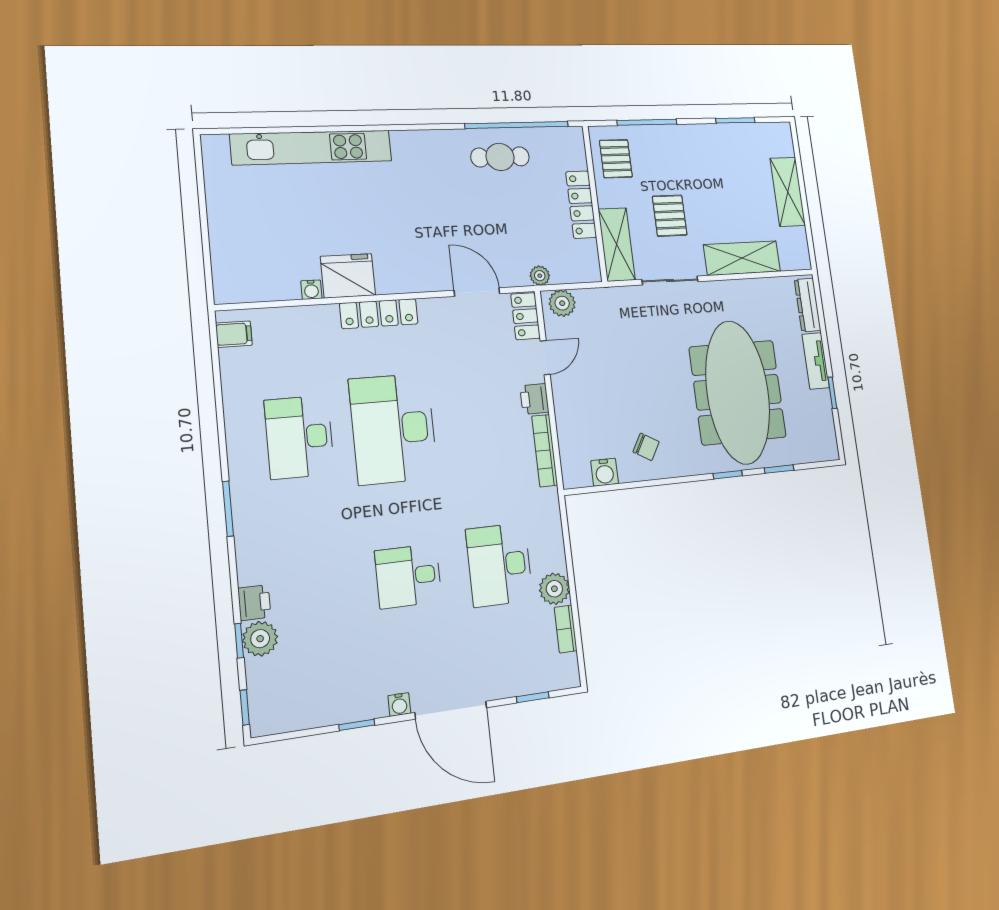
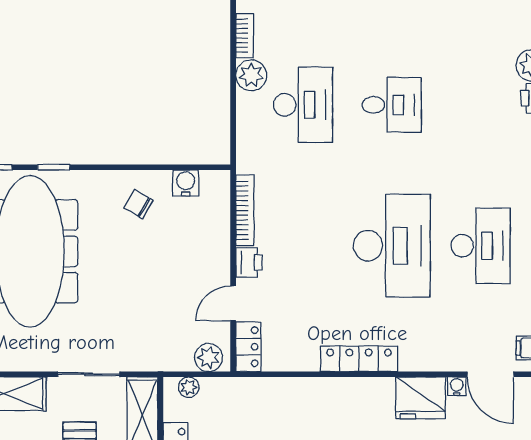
plant: (540, 276) -> (189, 387), moved
door: (477, 292) -> (490, 374), moved
locker: (379, 314) -> (359, 359), moved

